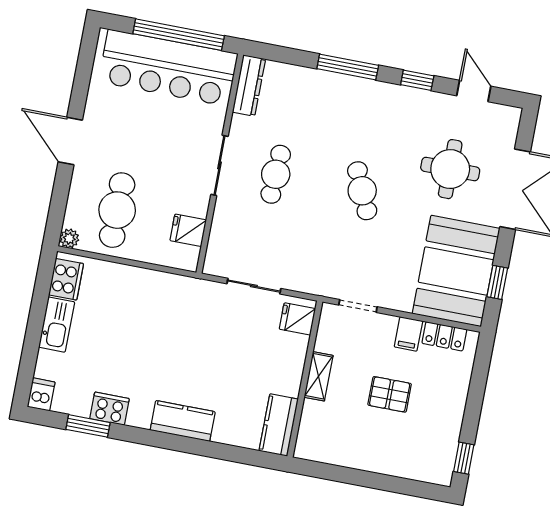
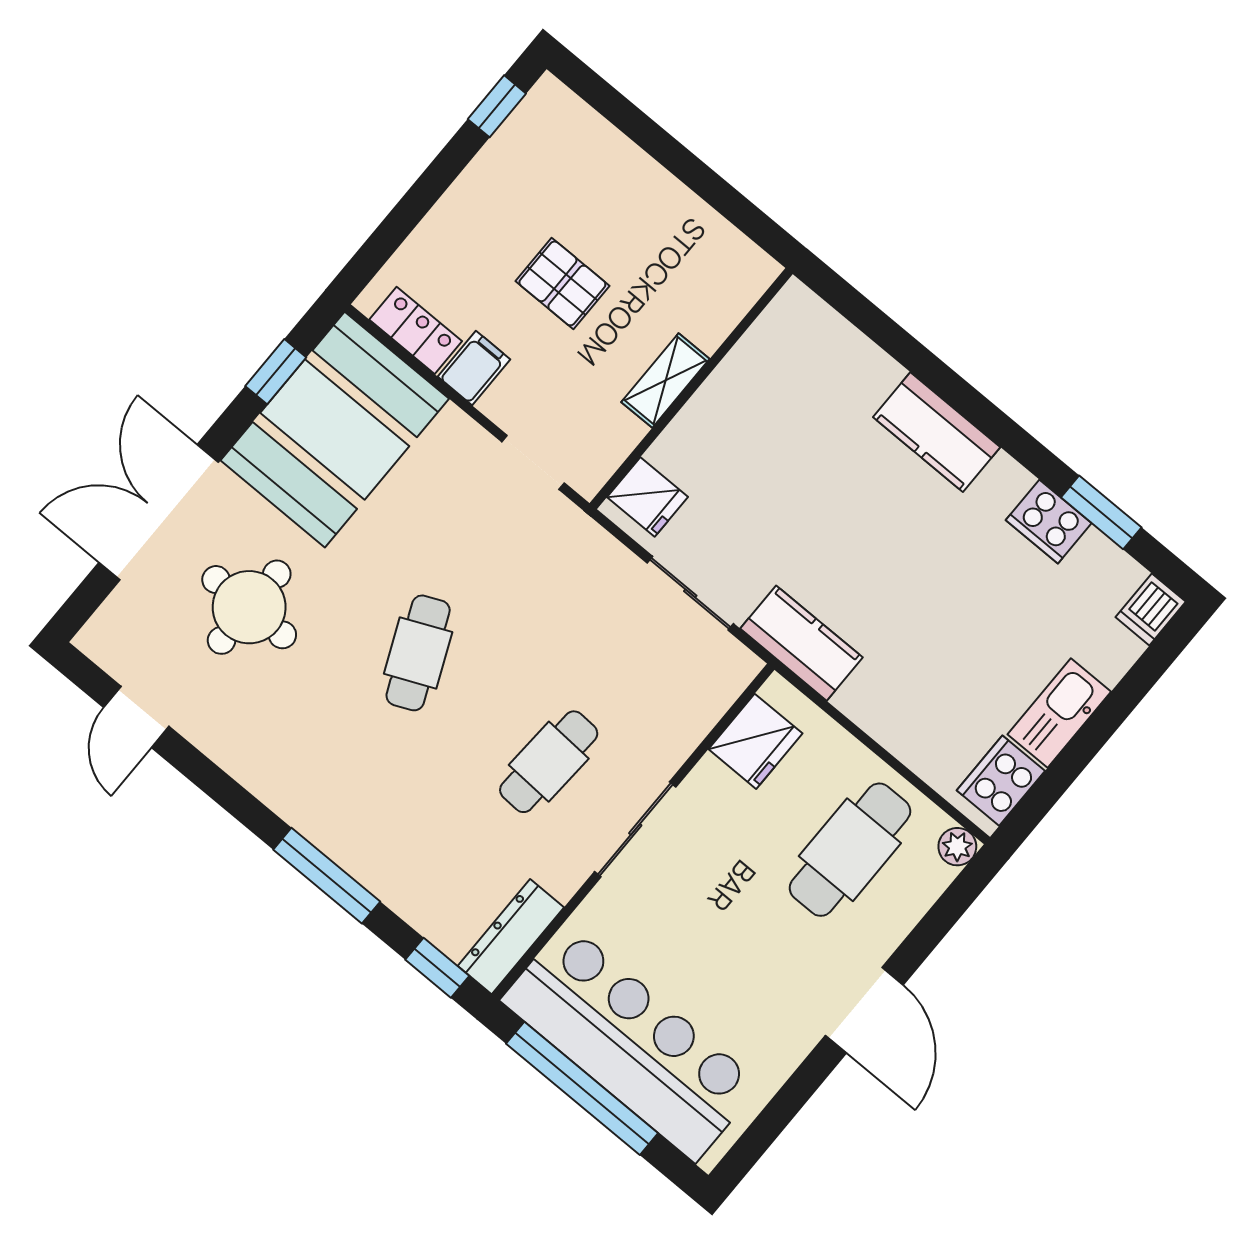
window: (417, 80) -> (437, 968), moved
fridge: (188, 230) -> (755, 741), width x1.38
kitchen counter: (279, 425) -> (801, 643), moved, turned -90

